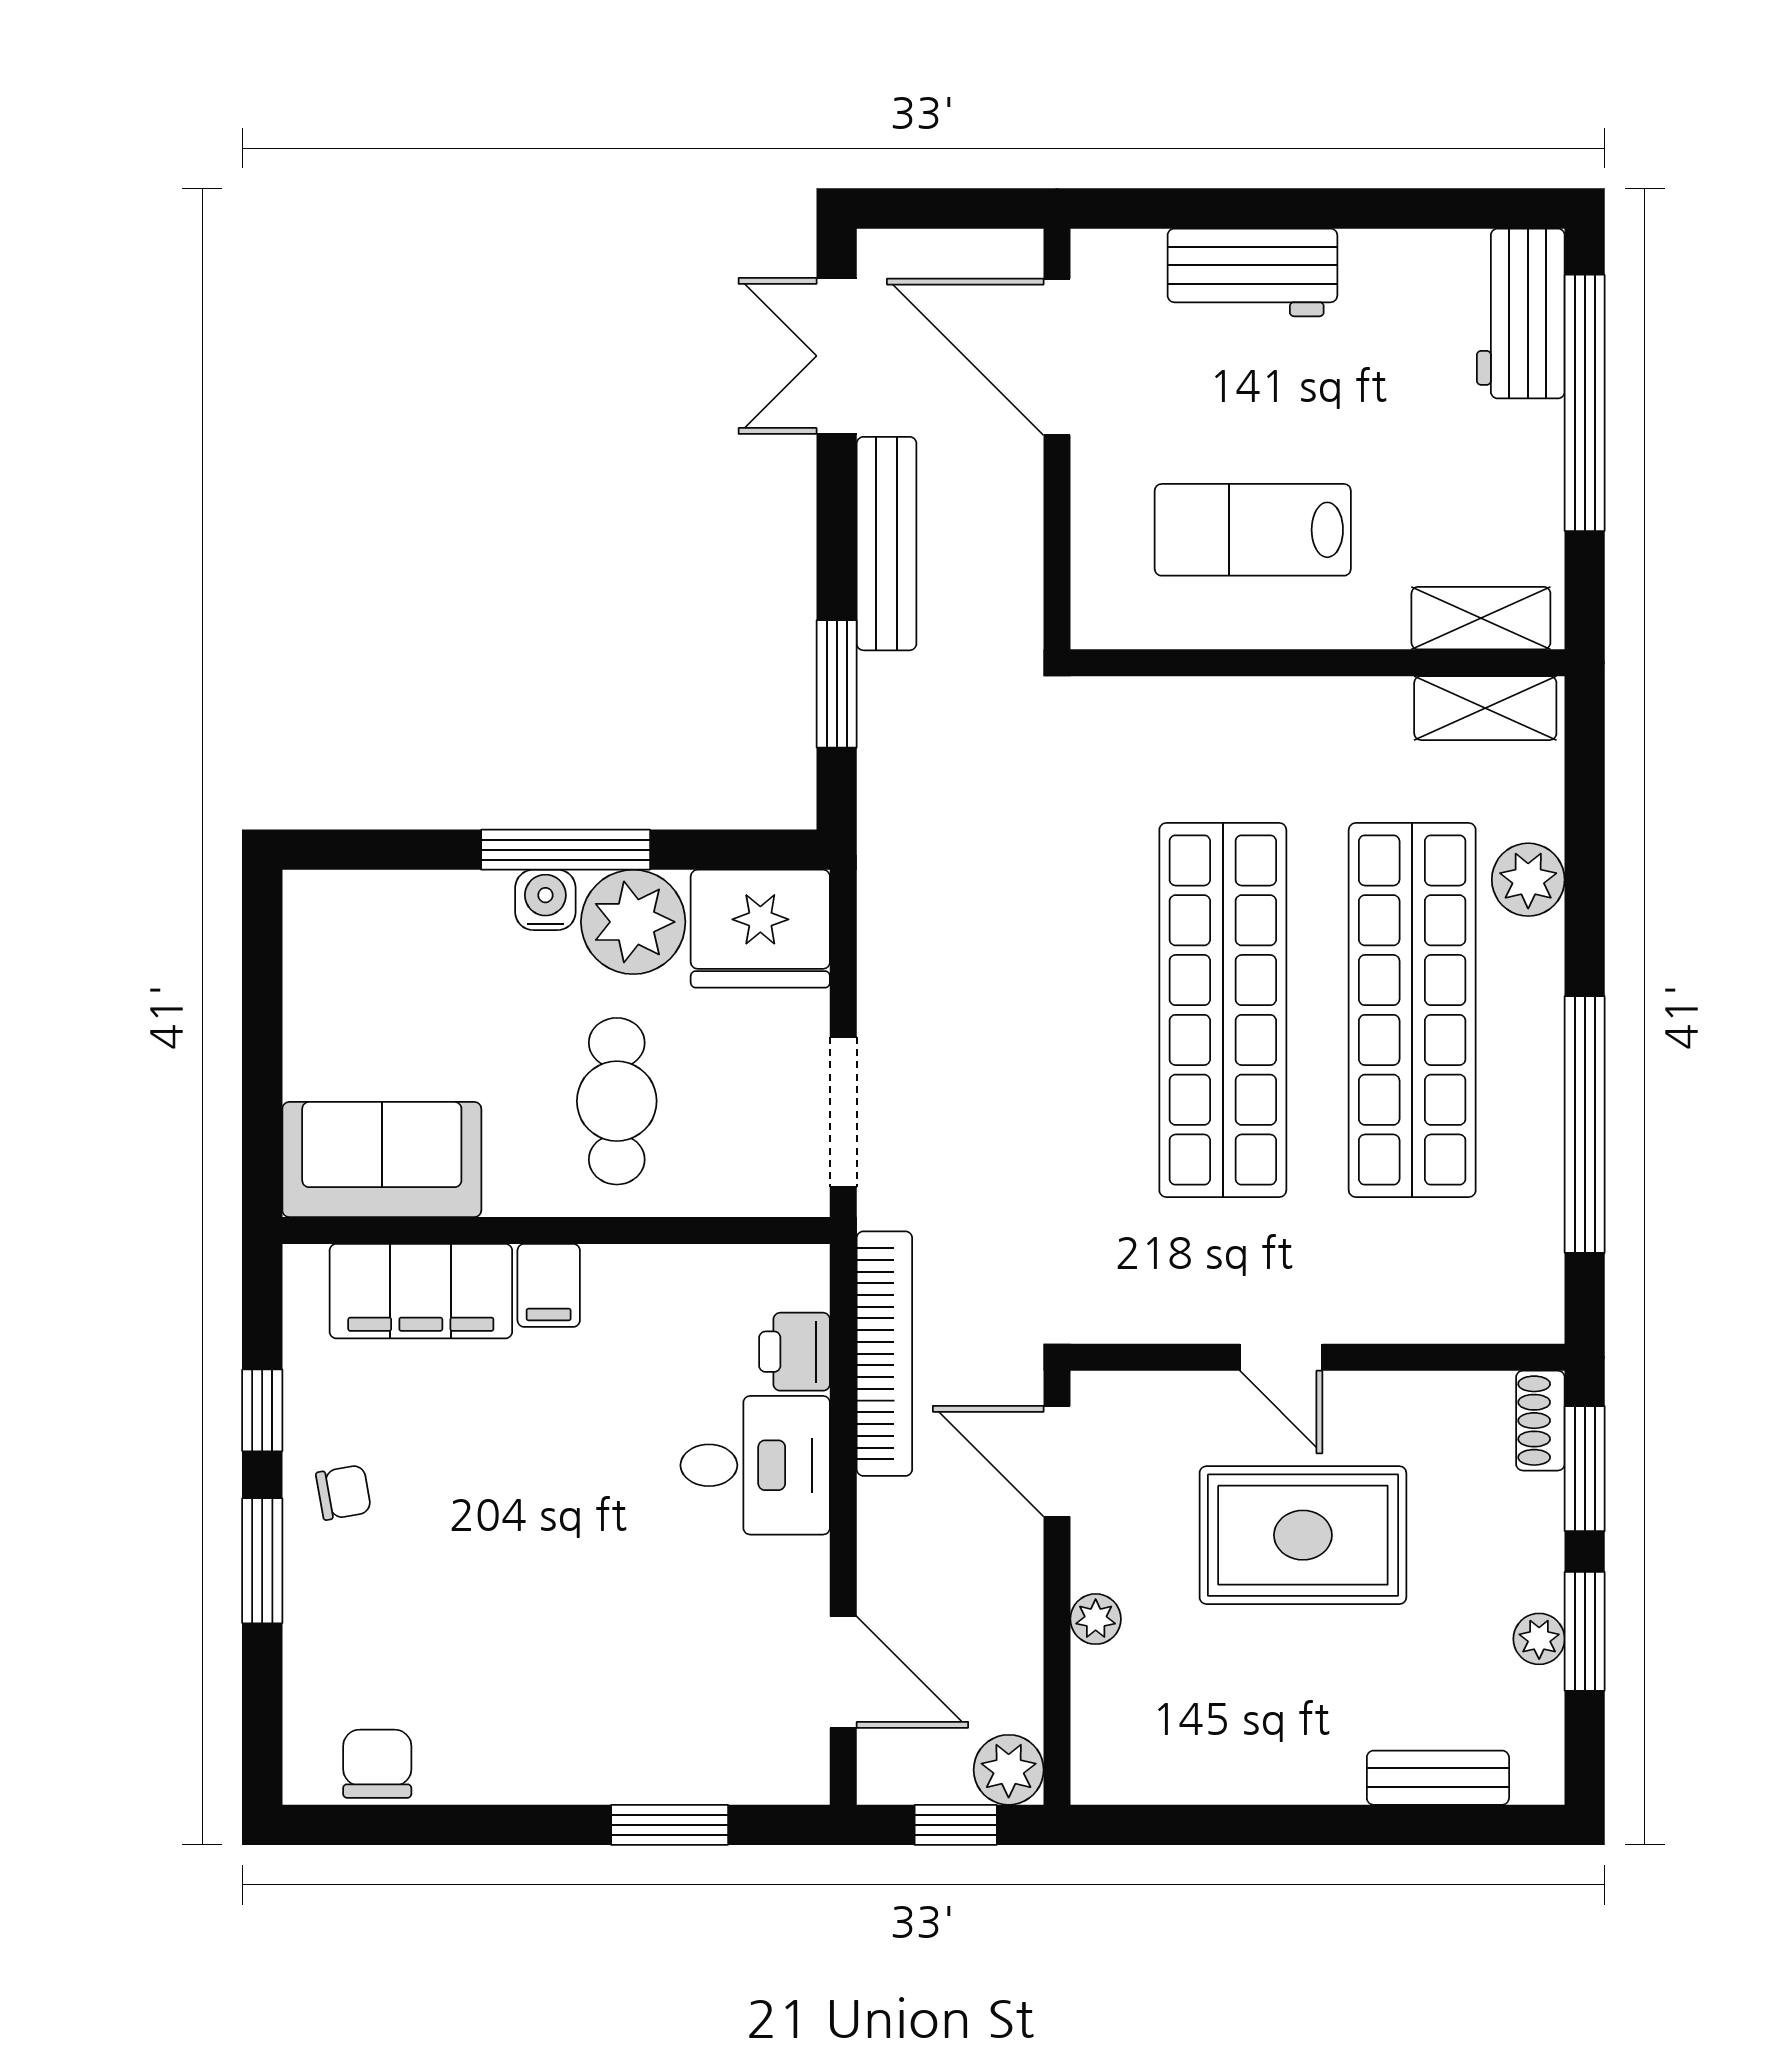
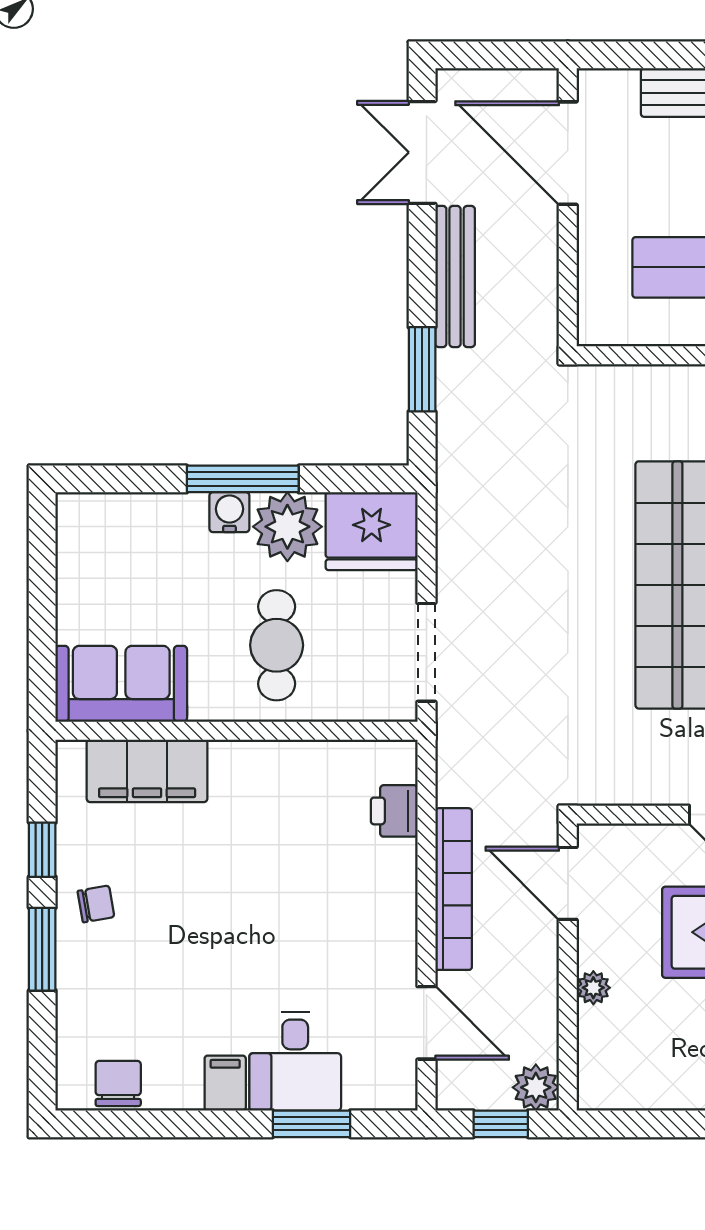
filing cabinet: (549, 1285) -> (225, 1083), moved, turned 180
bookcase: (884, 1354) -> (454, 889), moved
desk: (755, 1465) -> (295, 1061), moved, turned 90

